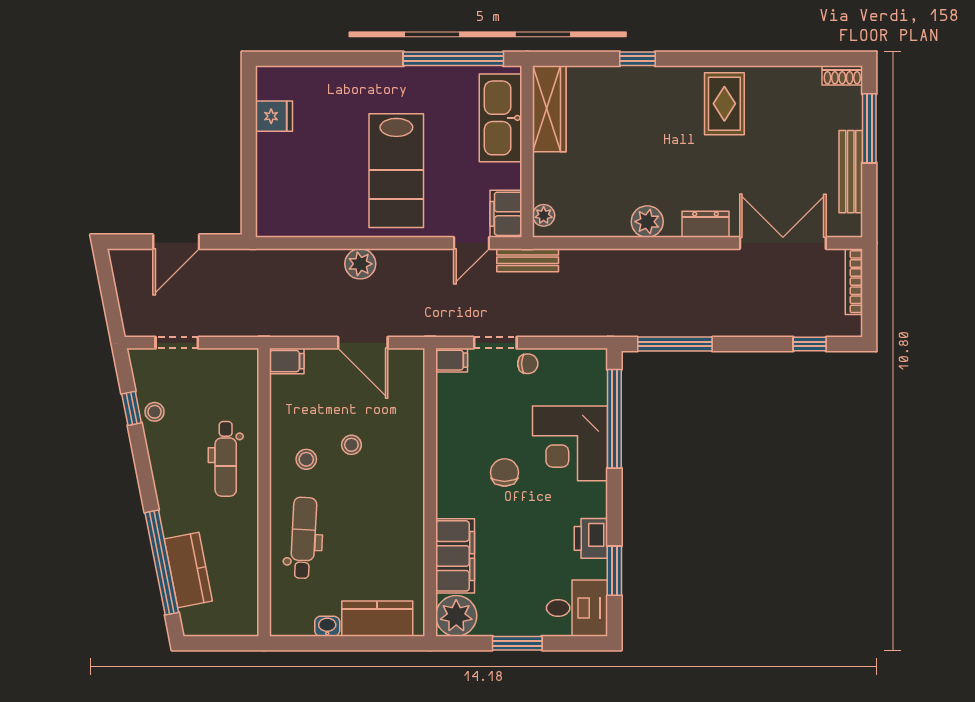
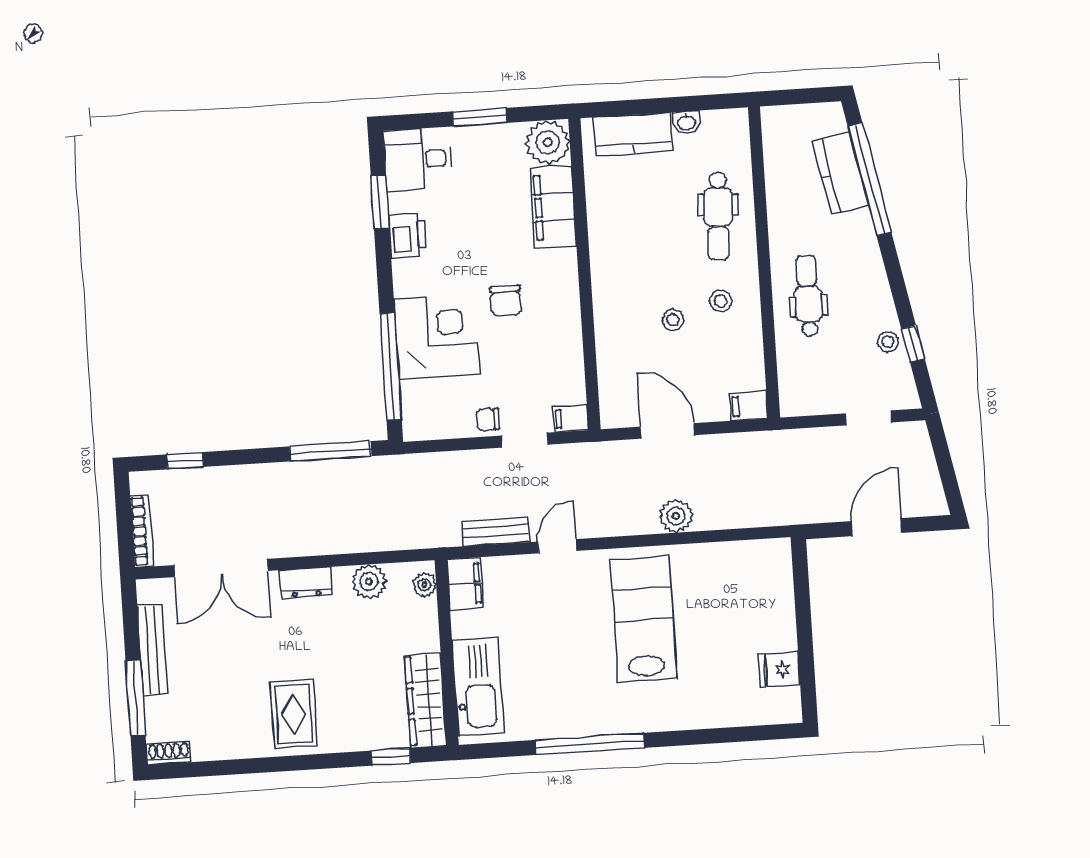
wardrobe: (549, 109) -> (426, 700), moved
kitchen sink: (501, 118) -> (478, 687), moved
wall: (527, 152) -> (447, 653), moved
filing cabinet: (506, 214) -> (465, 584), moved
plant: (544, 215) -> (424, 585), moved

